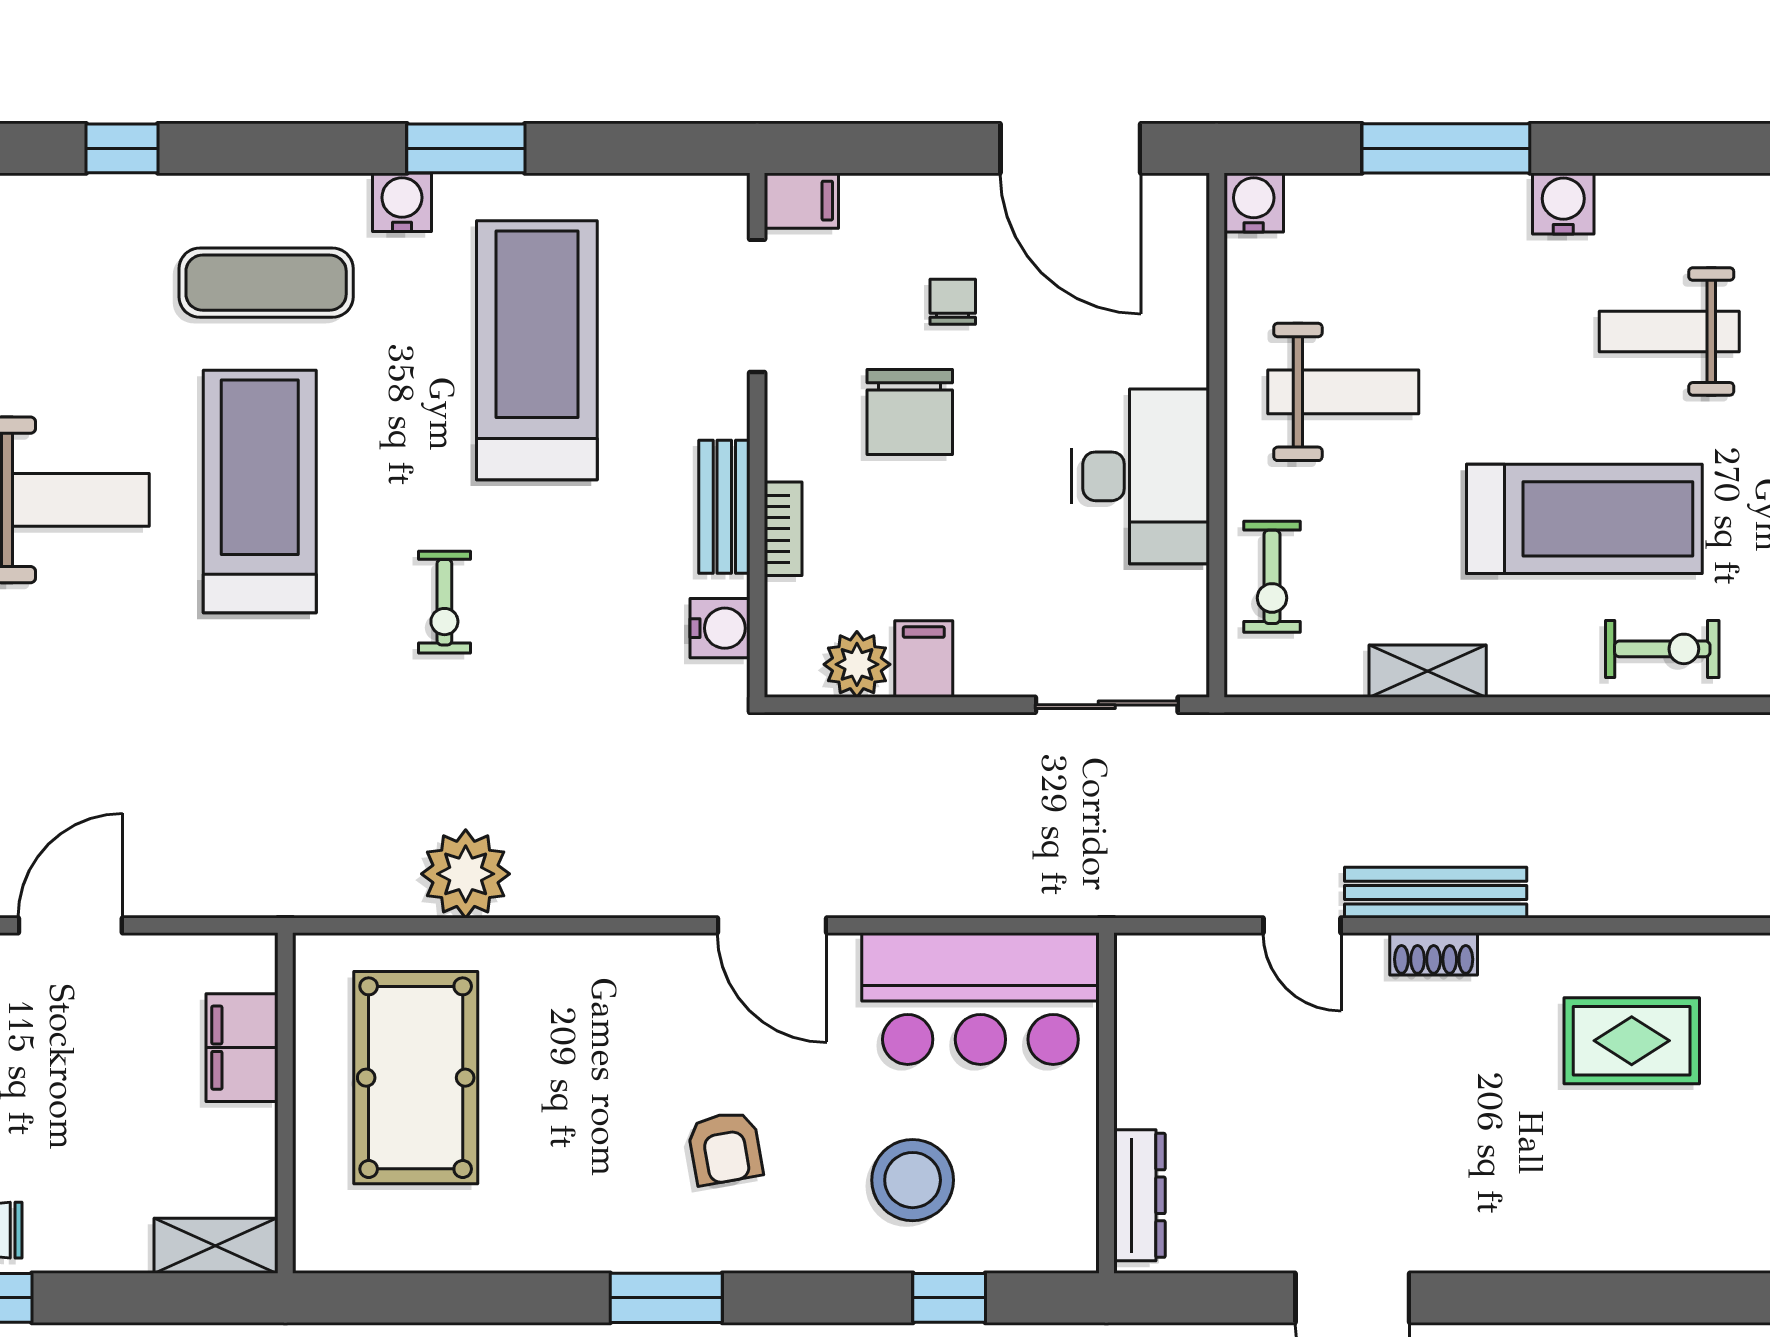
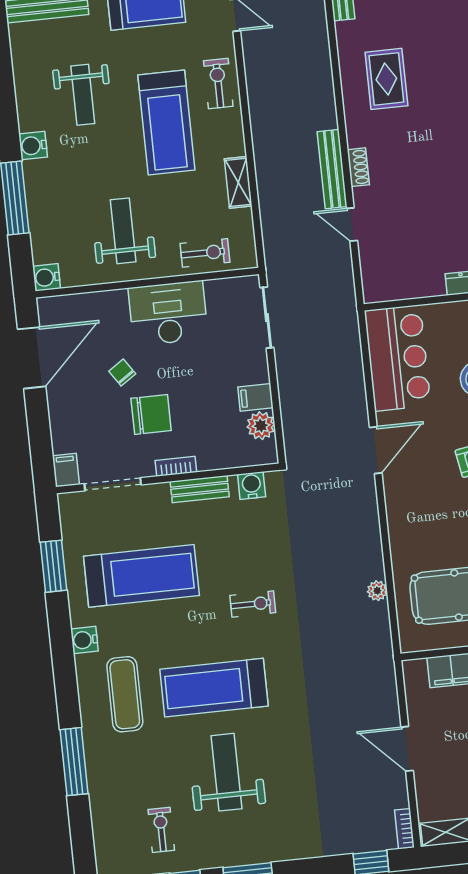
window: (122, 148) -> (74, 762), width x2.17
window: (466, 148) -> (54, 566), moved
chair: (953, 302) -> (122, 372), moved, turned 56
treadmill: (537, 350) -> (141, 576), turned 180
treadmill: (1584, 519) -> (166, 122), turned 180
bookcase: (783, 529) -> (176, 466), moved
plant: (466, 874) -> (377, 591), width x0.53, depth x0.53
door: (1302, 925) -> (352, 225), swing flipped

